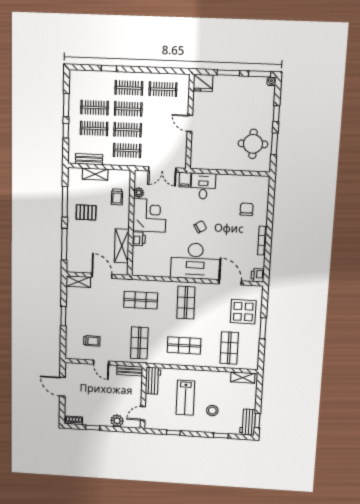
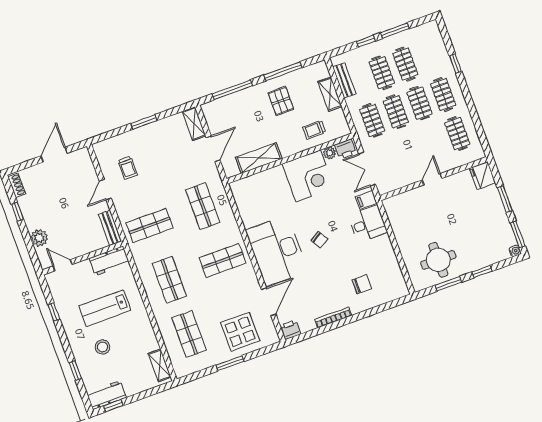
printer: (139, 239) -> (345, 149), moved
shop shelf: (229, 348) -> (189, 334), turned 90

